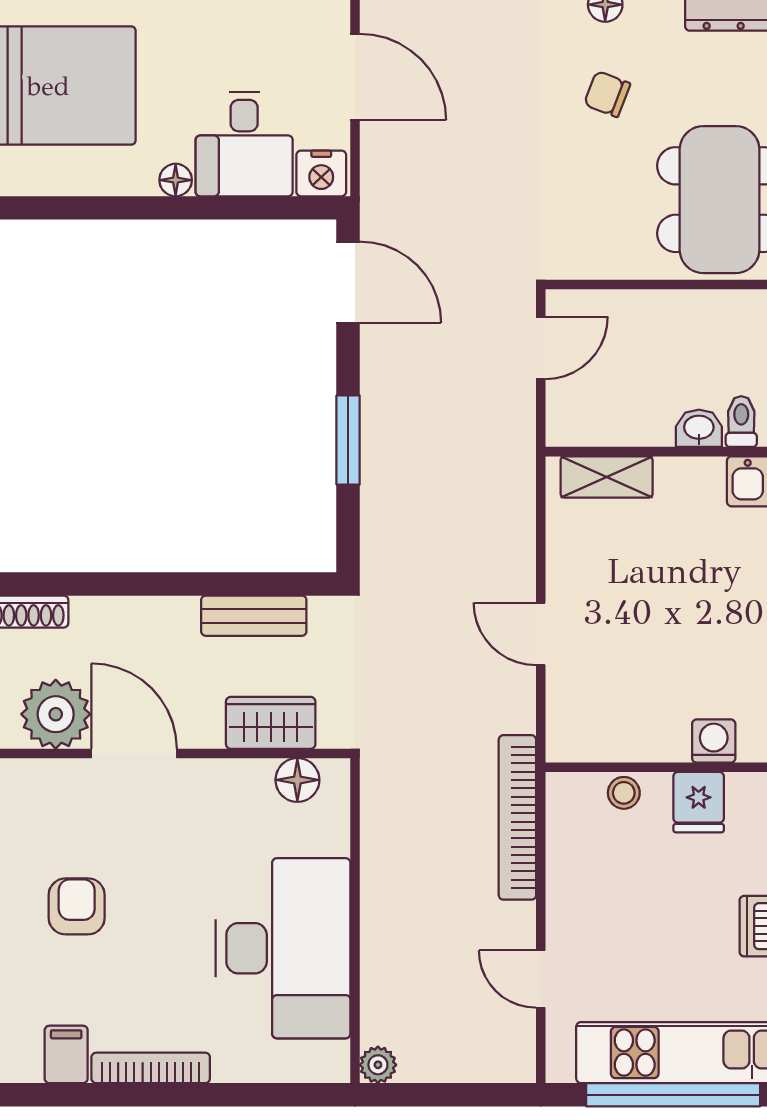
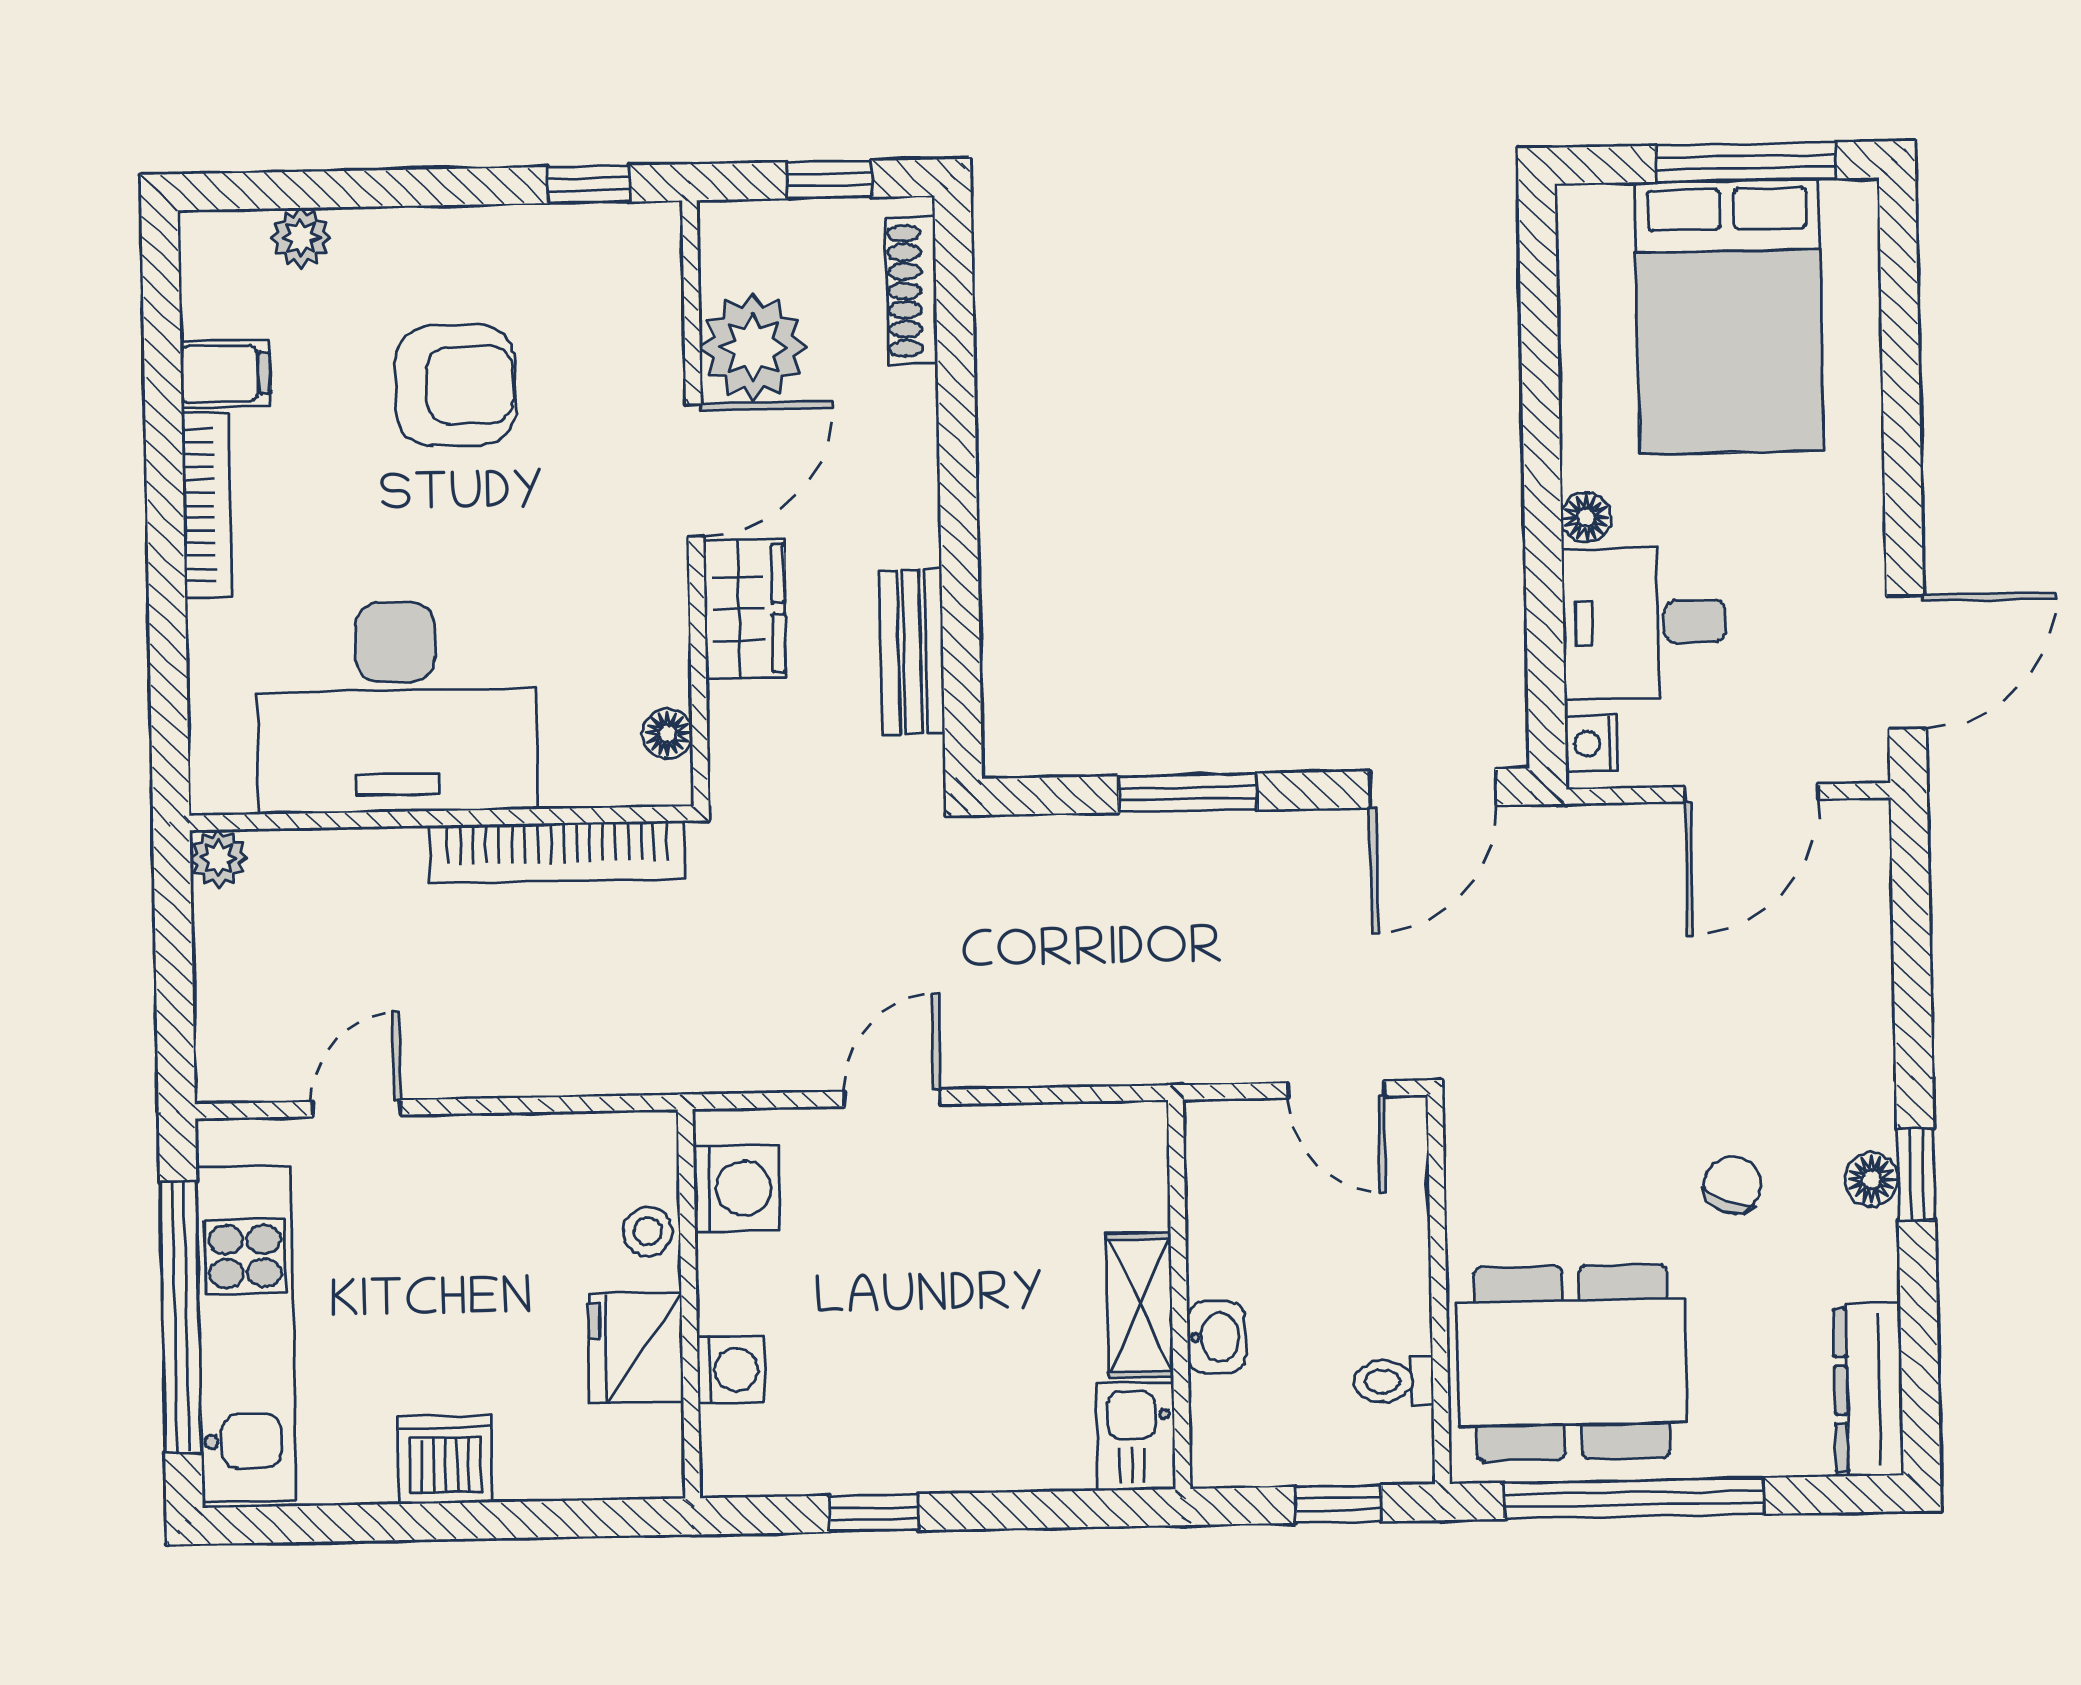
nightstand: (321, 173) -> (1591, 744), width x0.72, depth x0.74
toilet: (741, 421) -> (1394, 1381), moved, turned 180
shelving: (607, 477) -> (1140, 1305), moved
wardrobe: (271, 723) -> (745, 609), moved
washing machine: (597, 735) -> (737, 1188), added
floor lamp: (297, 780) -> (668, 734), width x0.73, depth x0.73
fridge: (699, 802) -> (636, 1348), width x1.38
bookcase: (517, 817) -> (557, 852), moved, turned 180
armchair: (77, 906) -> (455, 385), width x1.38, depth x1.38

